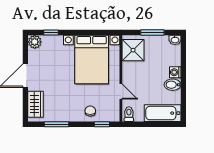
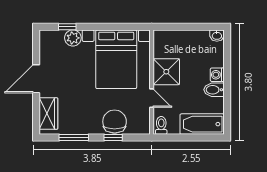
window: (152, 32) -> (190, 27), removed
plant: (35, 42) -> (73, 38), moved
shower: (133, 50) -> (166, 72), moved
chair: (90, 111) -> (115, 122), width x1.87, depth x1.87
window: (102, 124) -> (113, 138), moved

